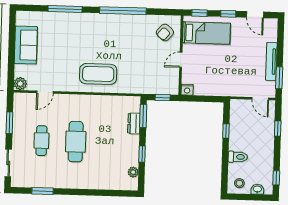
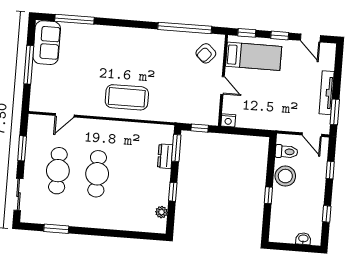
window: (65, 9) -> (74, 19), moved
window: (123, 11) -> (185, 28), moved
sofa: (26, 45) -> (47, 43), moved
window: (12, 50) -> (29, 65), added
door: (181, 60) -> (223, 86), swing flipped
plant: (20, 84) -> (37, 104), removed
window: (226, 131) -> (268, 195), moved
cafe table: (41, 141) -> (58, 171), width x1.37, depth x1.35
toilet: (238, 157) -> (287, 152), moved
window: (276, 178) -> (327, 214), moved
stool: (239, 183) -> (285, 176), moved, width x1.89, depth x1.89

